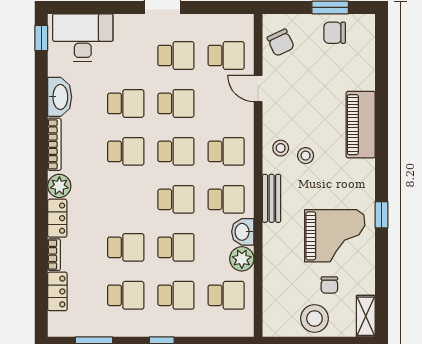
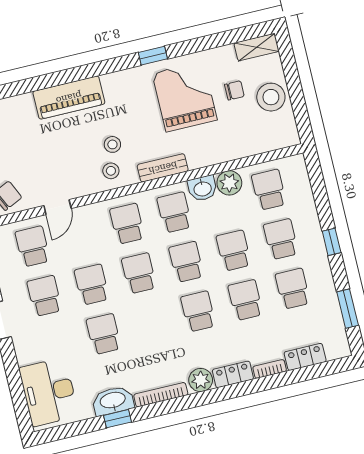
window: (41, 38) -> (118, 419), moved
school desk: (126, 151) -> (198, 311), moved

